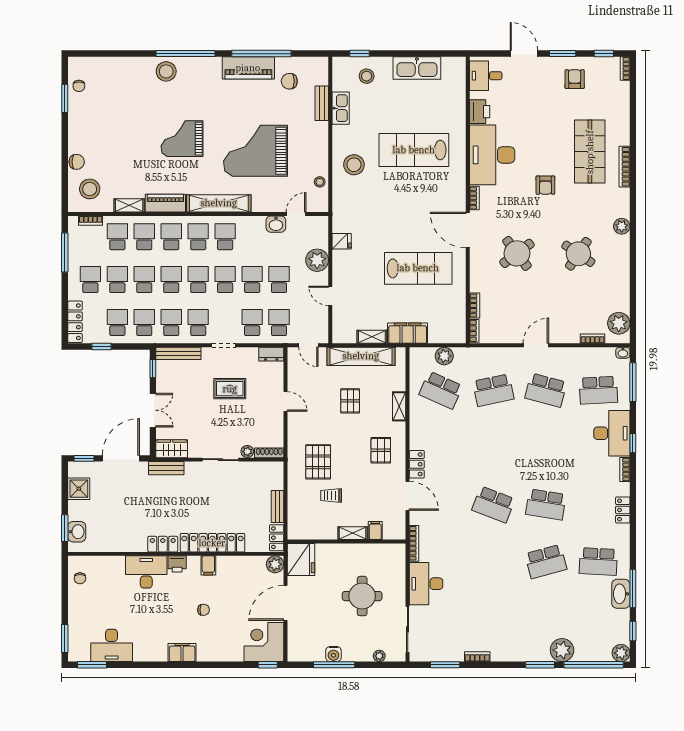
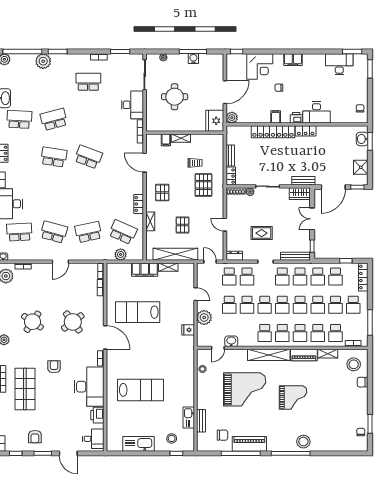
stool: (354, 165) -> (180, 380), removed
locker: (417, 464) -> (139, 204), moved
locker: (277, 538) -> (231, 176), moved
school desk: (493, 619) -> (88, 82), added
corner desk: (264, 642) -> (260, 67), moved

